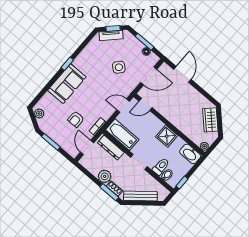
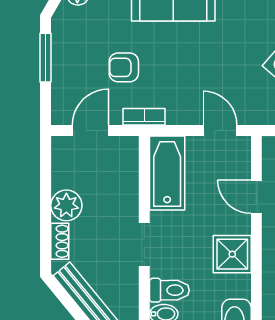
door: (146, 104) -> (256, 197), moved
dresser: (111, 148) -> (127, 173), removed
window: (109, 192) -> (46, 238), removed

